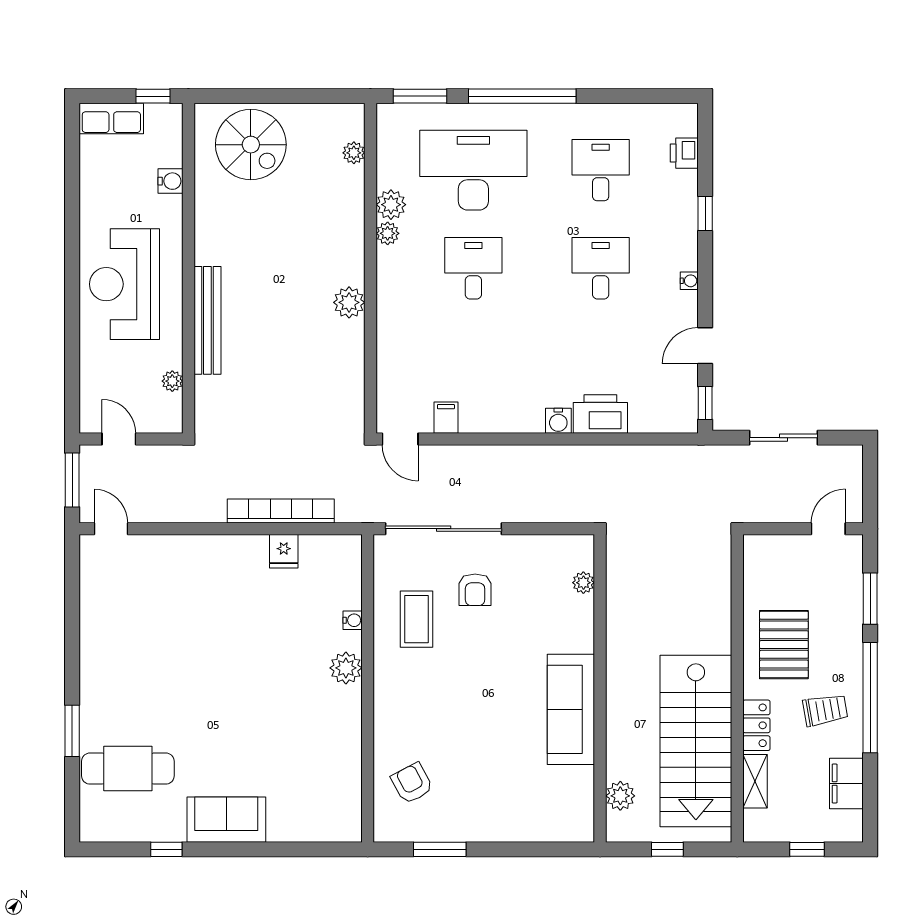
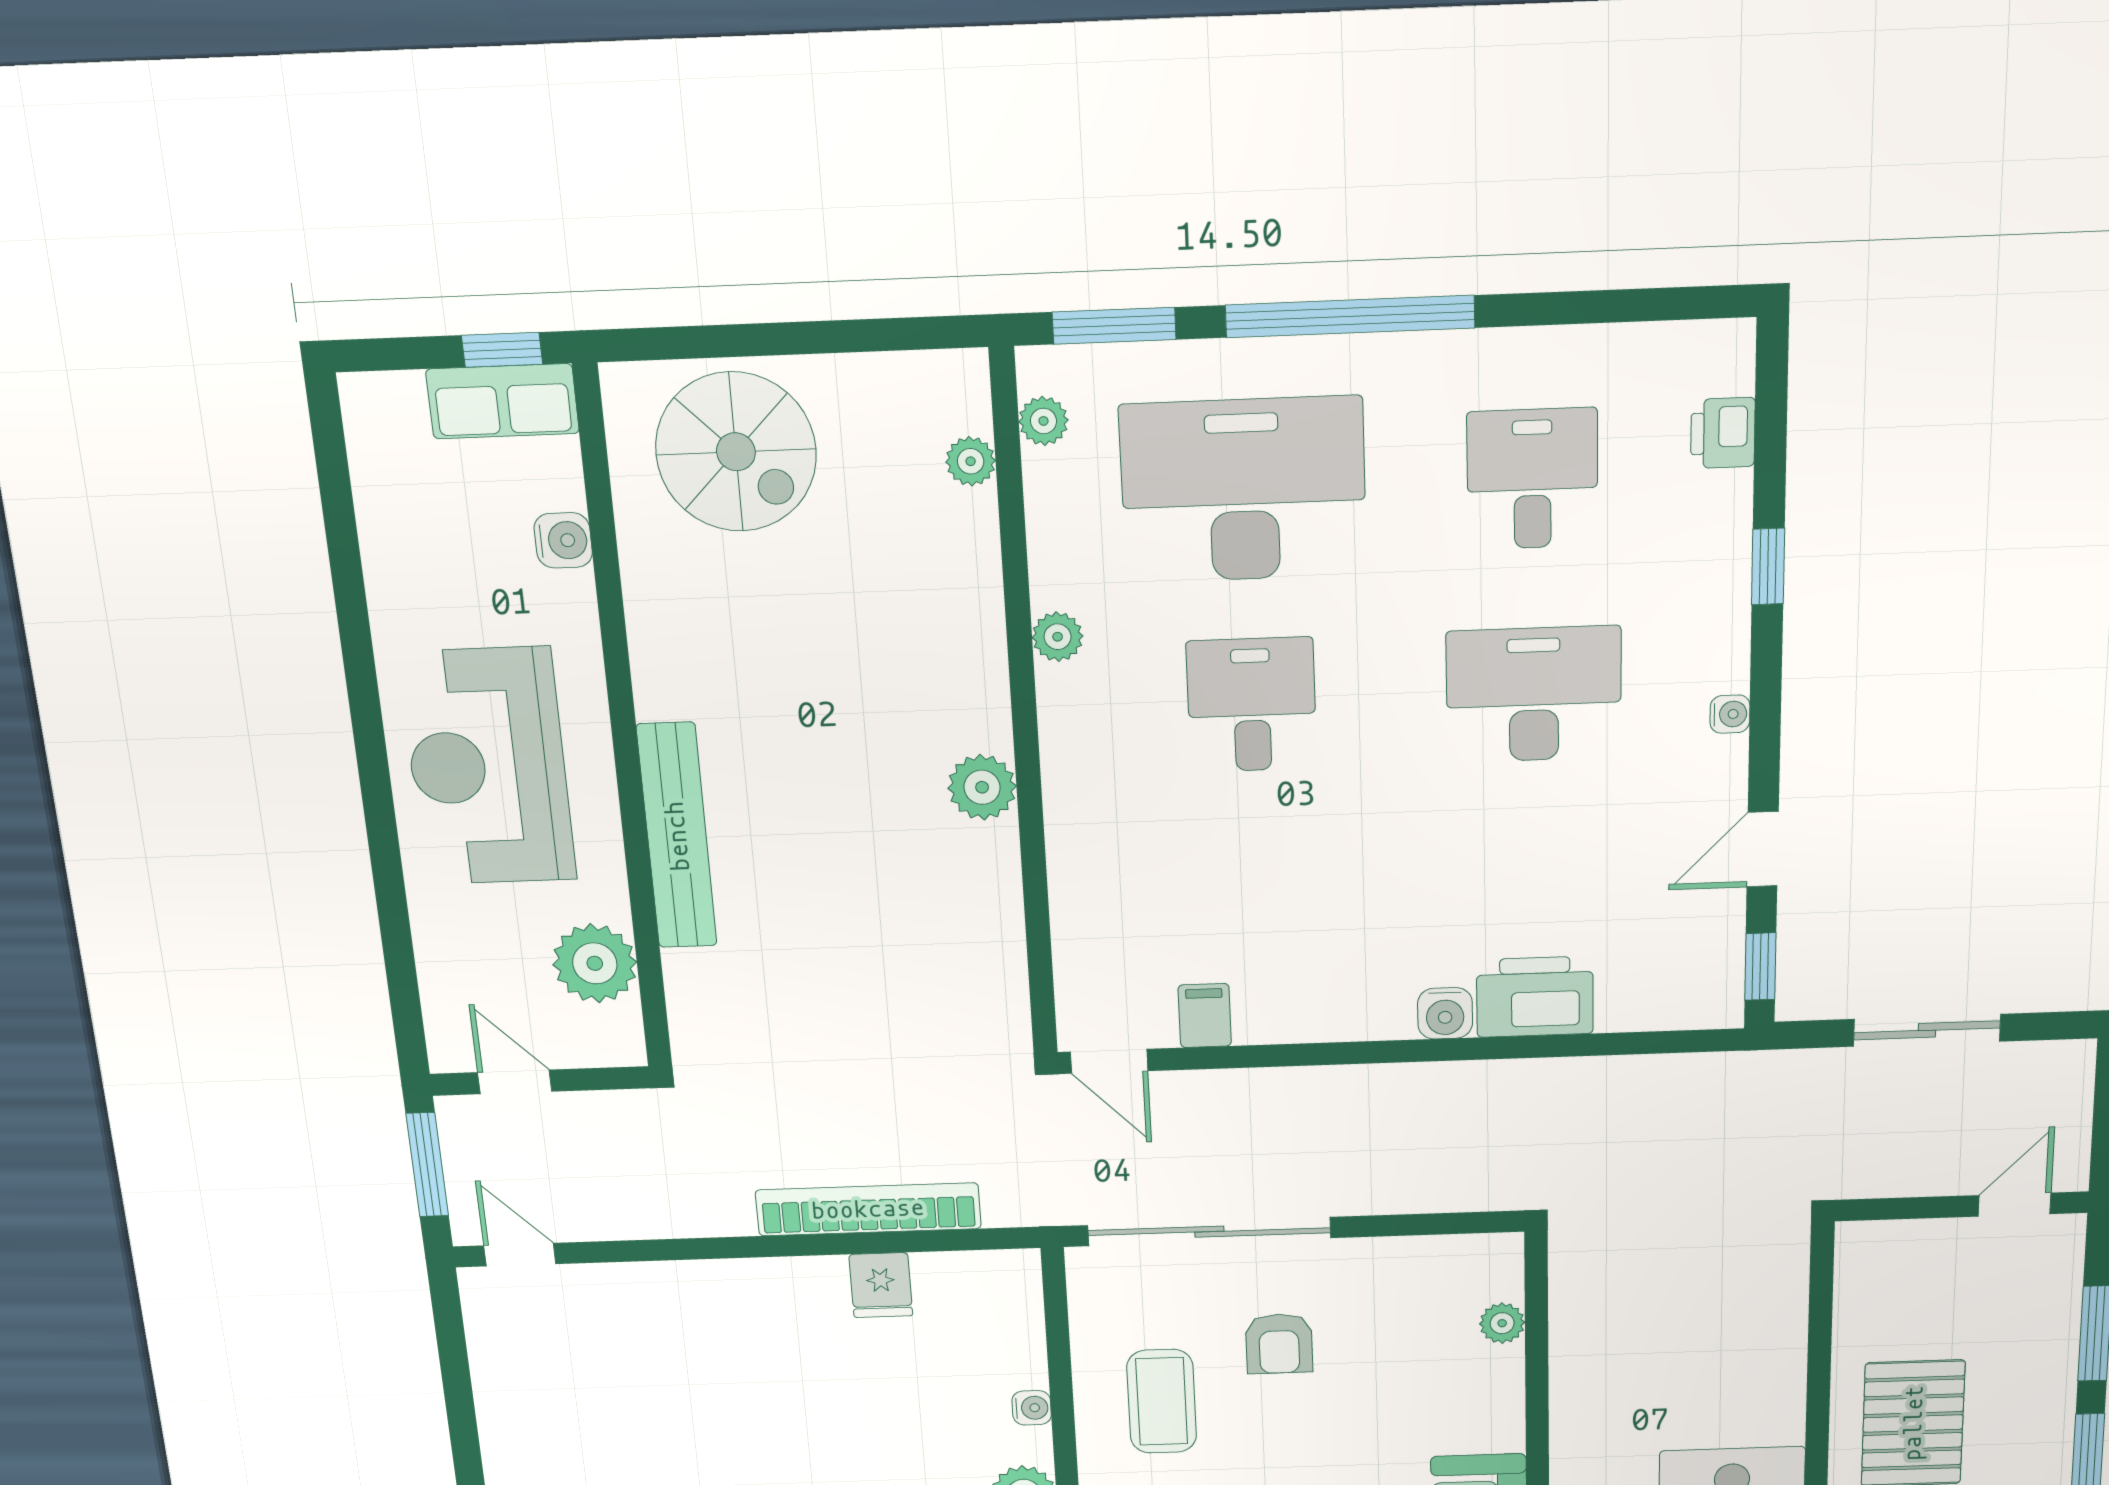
row of seats: (111, 118) -> (503, 401), moved
plant: (391, 205) -> (1043, 421), moved, width x0.73, depth x0.73
desk: (601, 268) -> (1534, 694), width x1.37
plant: (172, 381) -> (595, 963), width x1.88, depth x1.88

